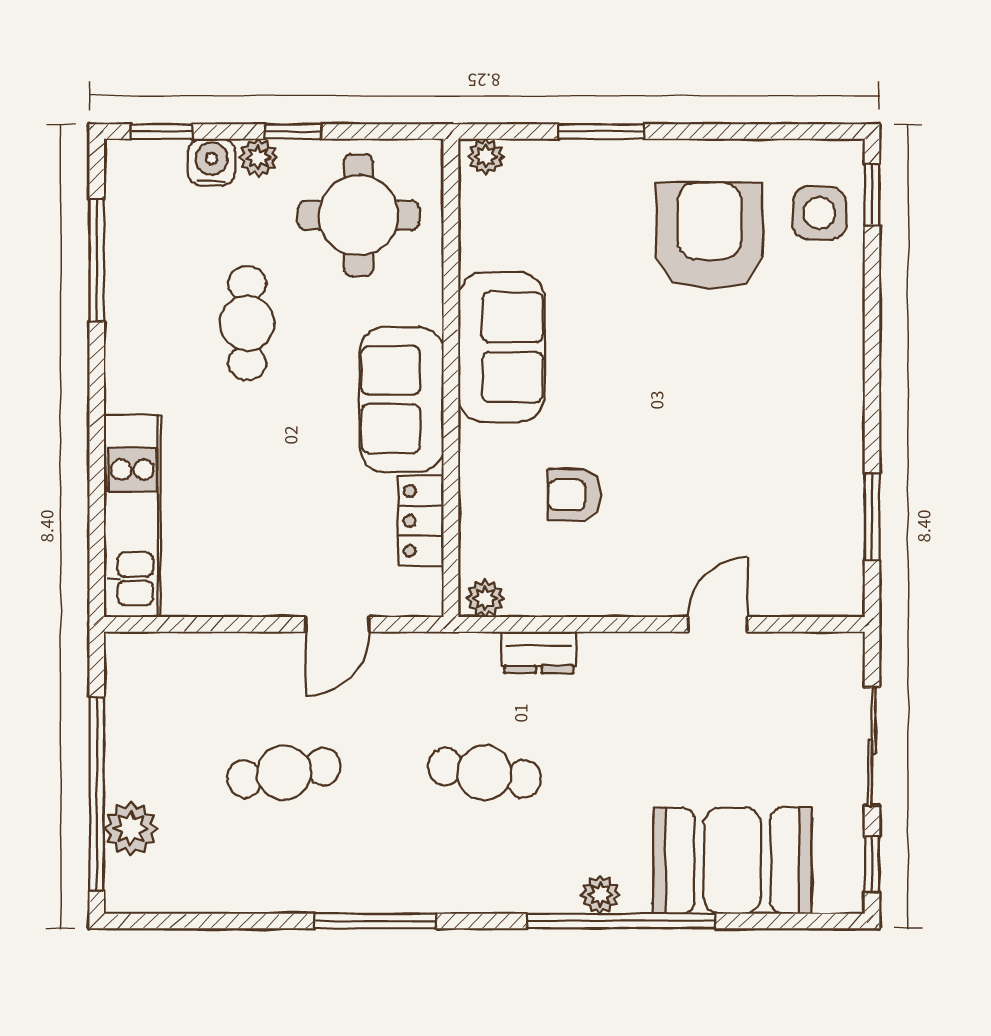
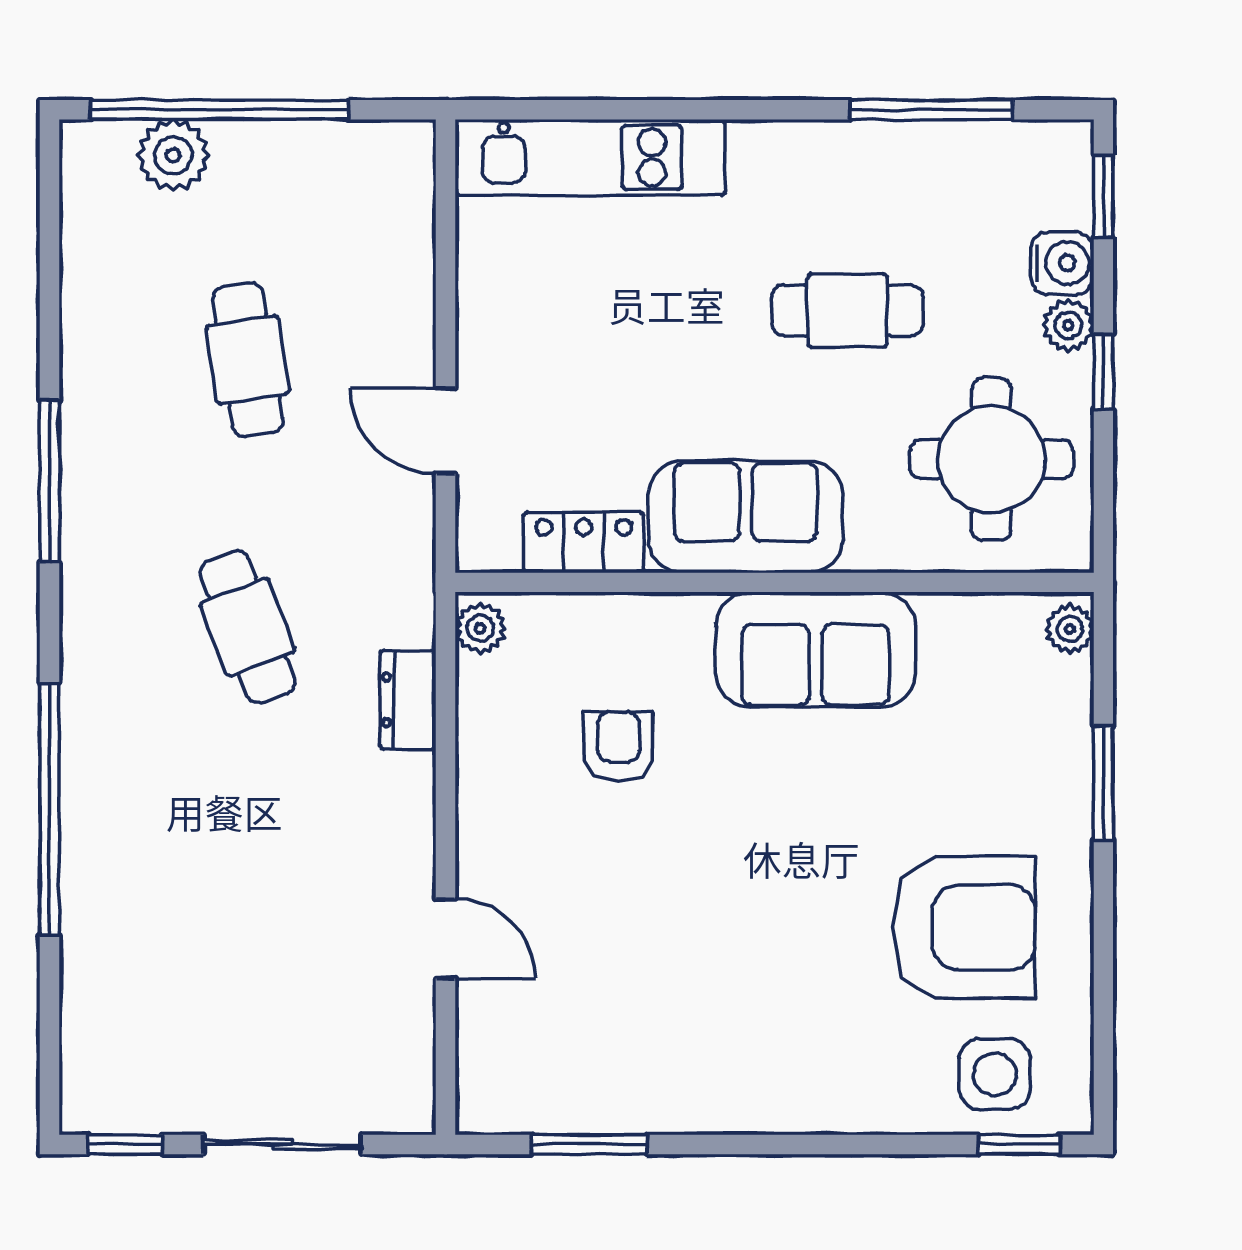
cafe table: (484, 773) -> (248, 627), turned -30
booth: (732, 861) -> (130, 958), removed
plant: (600, 895) -> (85, 782), removed

